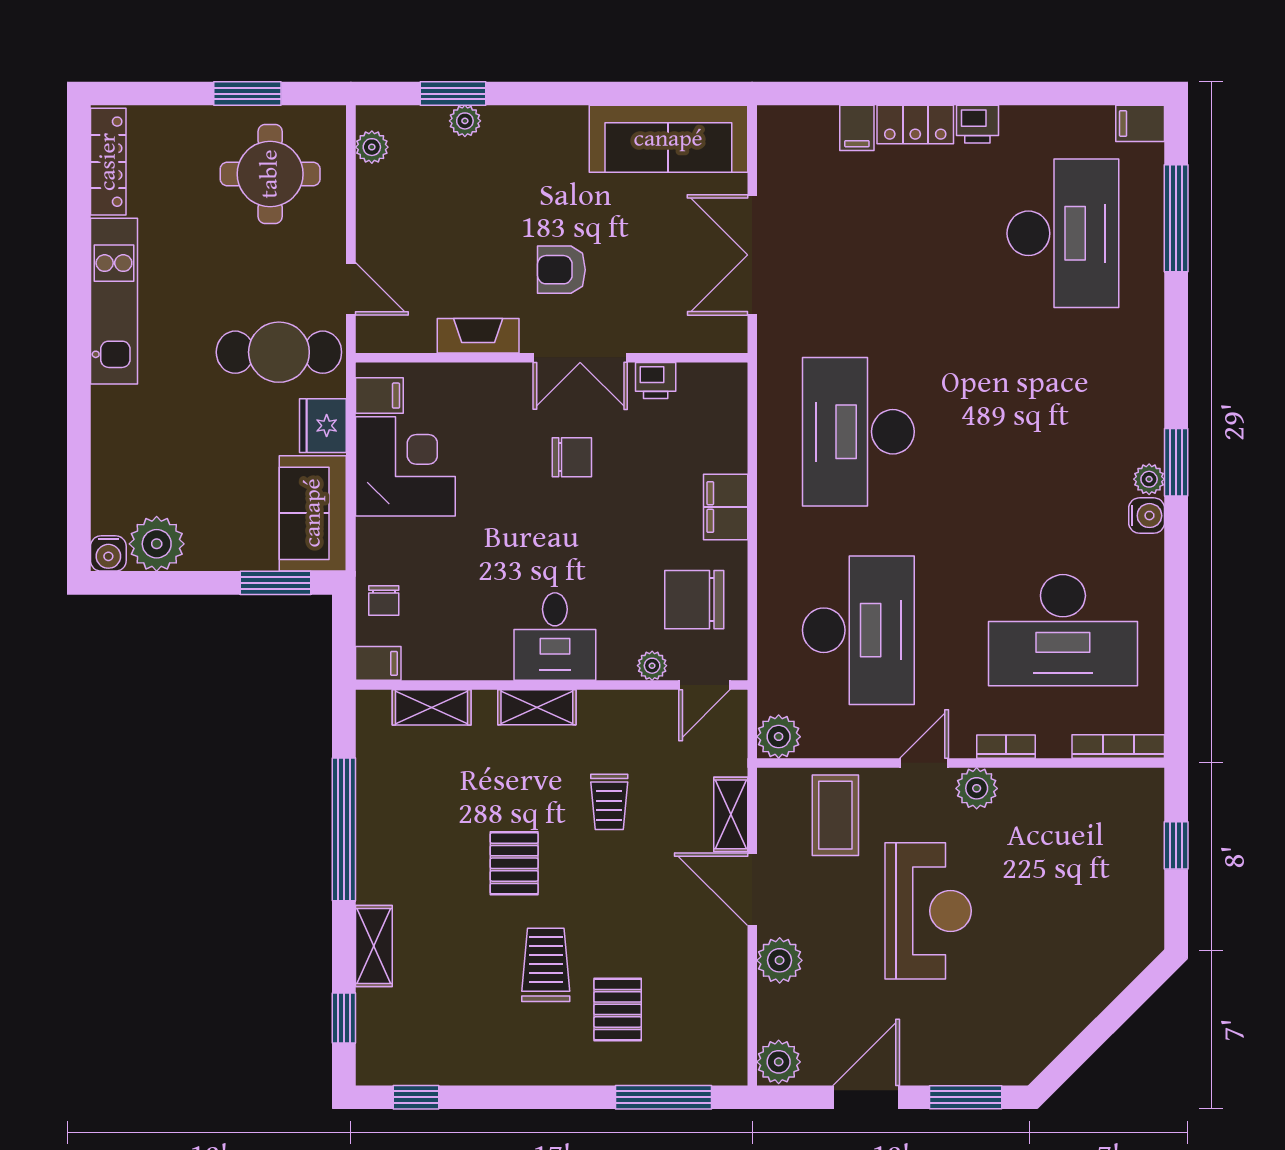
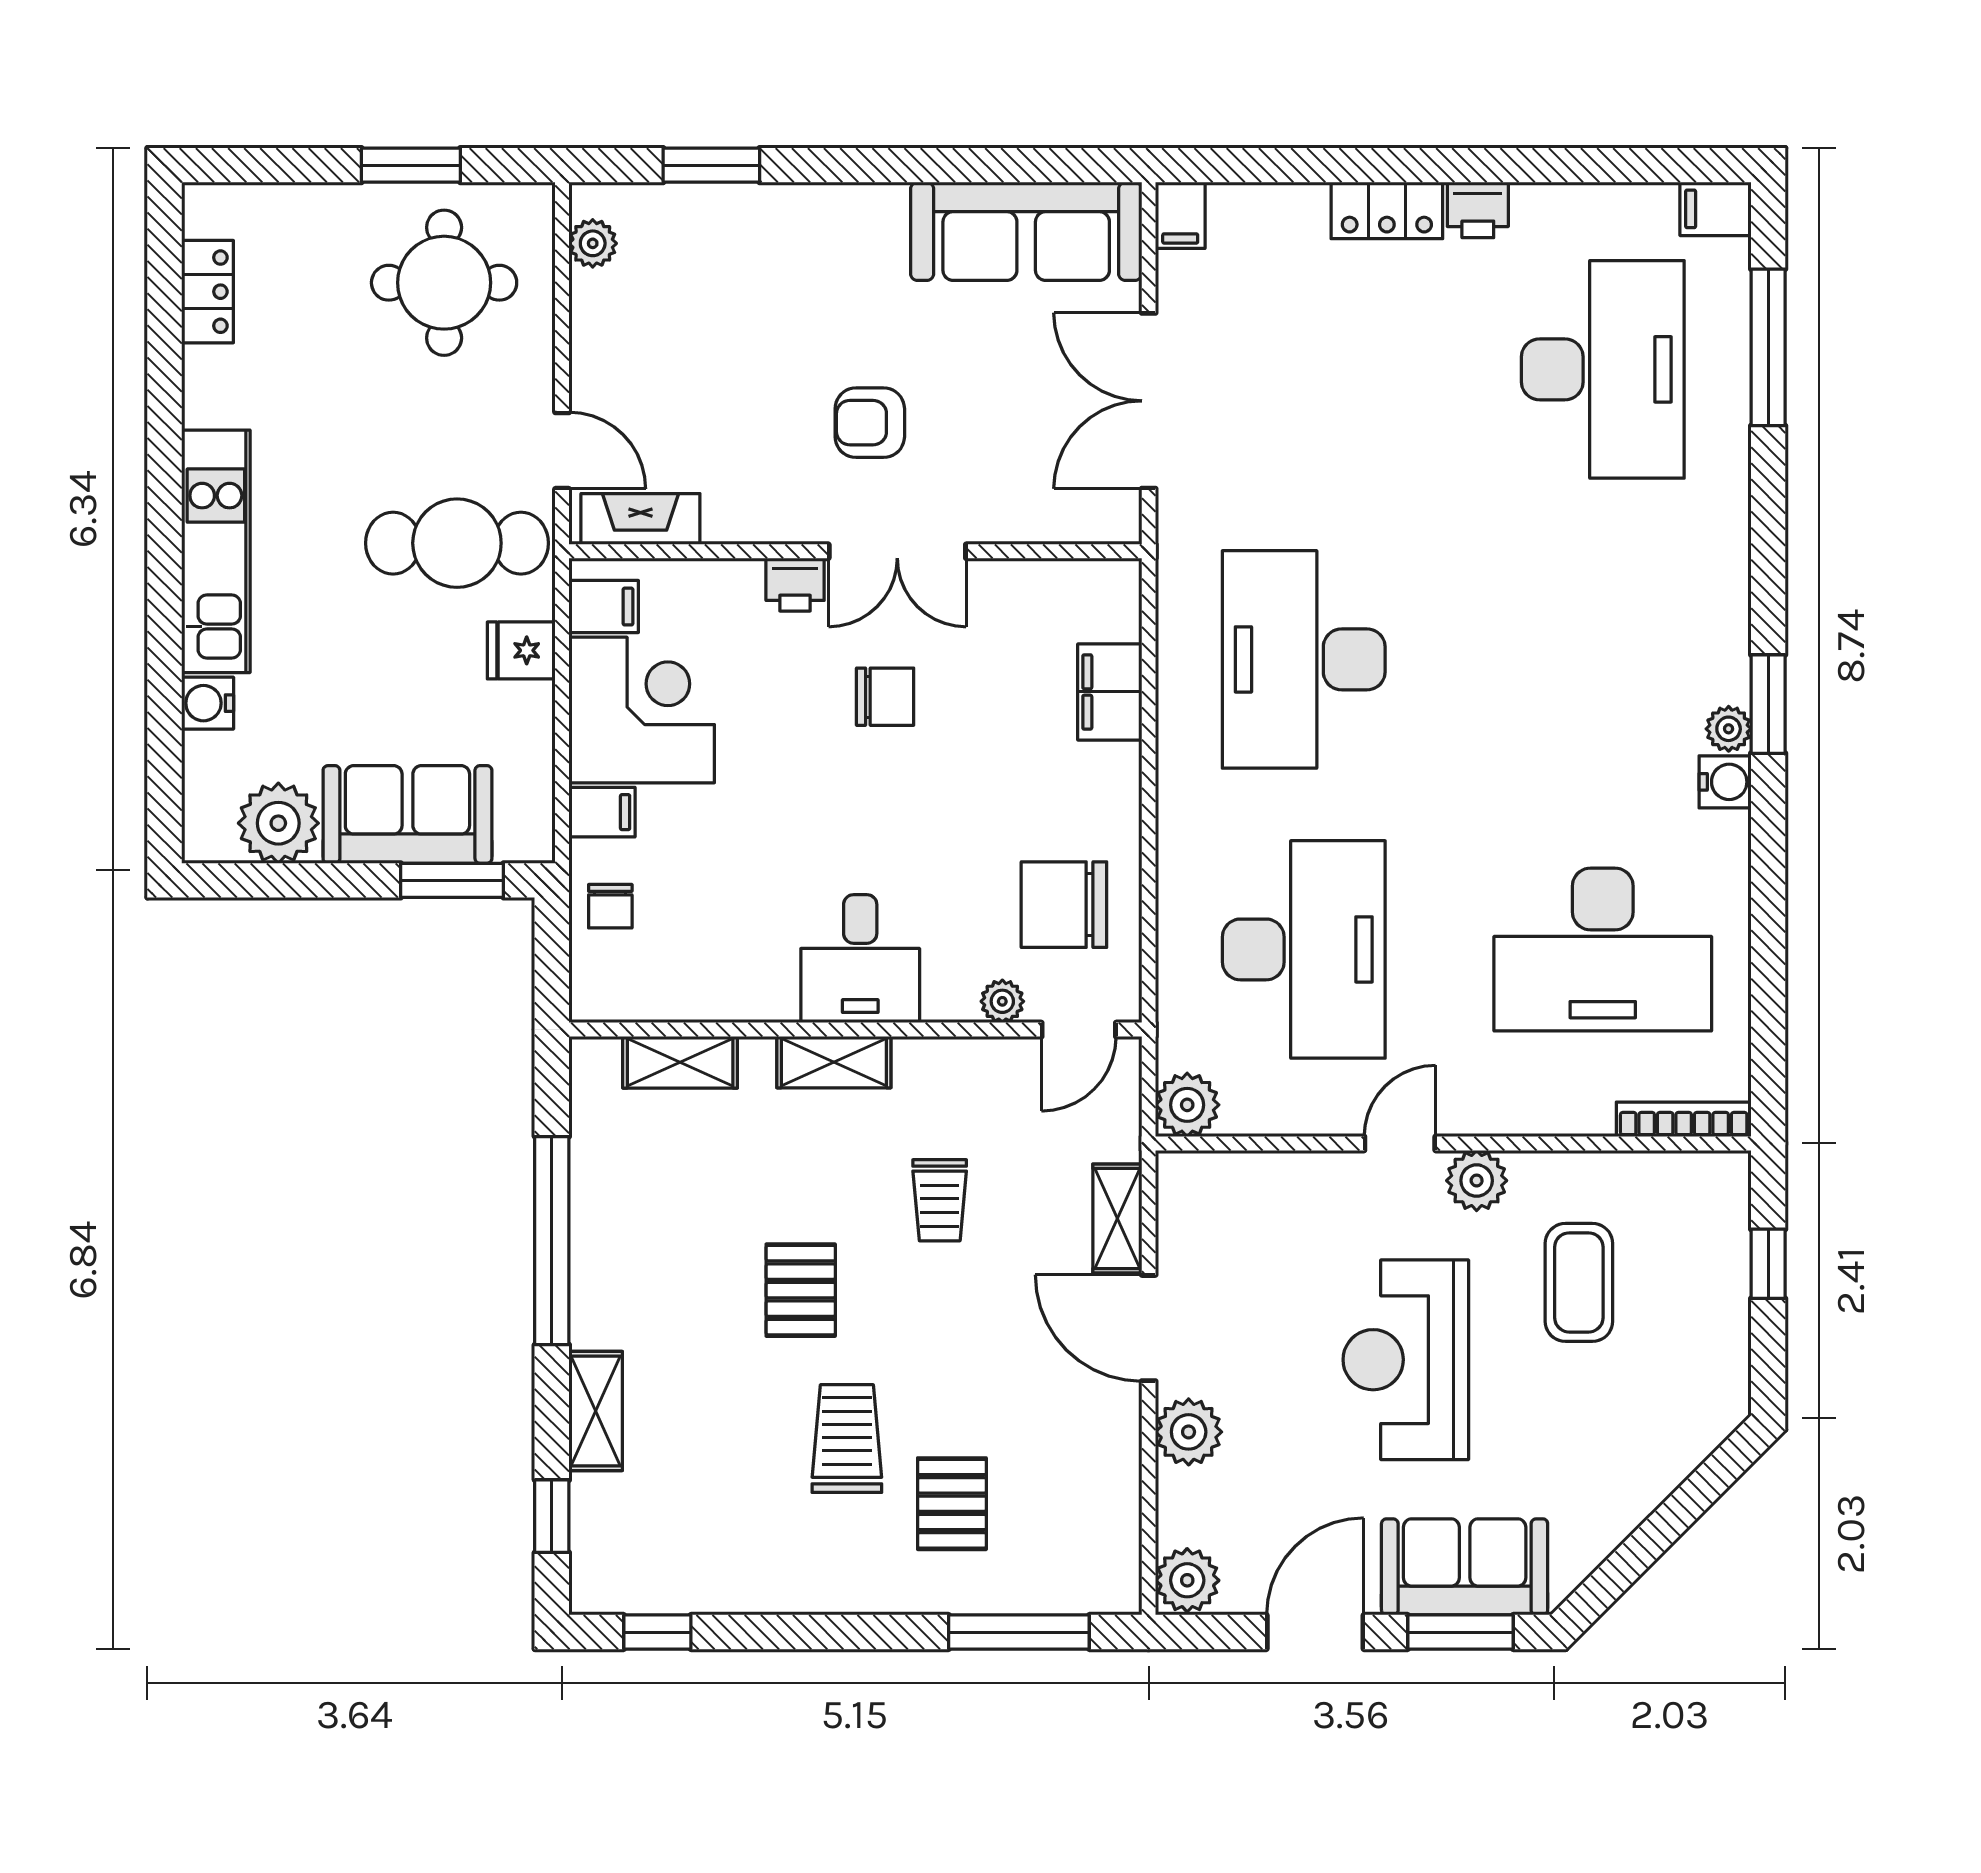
plant: (465, 121) -> (729, 205), removed
filing cabinet: (857, 128) -> (1180, 215), moved
locker: (108, 162) -> (208, 292), width x0.66
kitchen unit: (114, 301) -> (216, 551), moved
fireplace: (478, 336) -> (640, 519), moved
printer: (656, 381) -> (795, 585), moved
fridge: (323, 426) -> (521, 650), width x0.72
filing cabinet: (726, 507) -> (1110, 692), moved
sofa: (313, 513) -> (407, 814), moved, turned 90
water cooler: (108, 553) -> (208, 703), moved, turned 90
filing cabinet: (378, 663) -> (602, 812), moved
bookcase: (1006, 747) -> (1520, 1120), removed
coffee table: (835, 815) -> (1579, 1282), moved
reception desk: (928, 911) -> (1406, 1360), turned 180
sofa: (968, 1053) -> (1465, 1567), added

